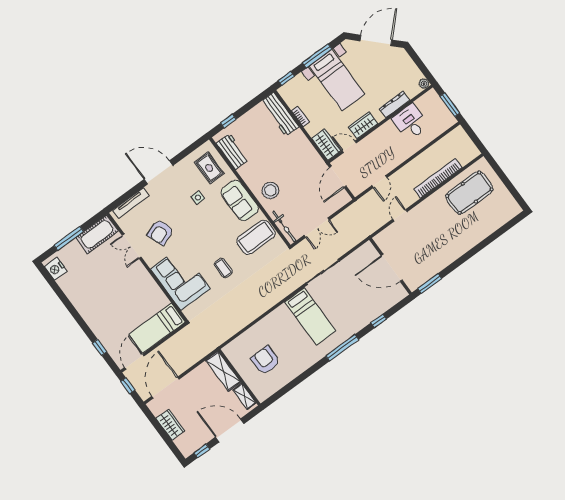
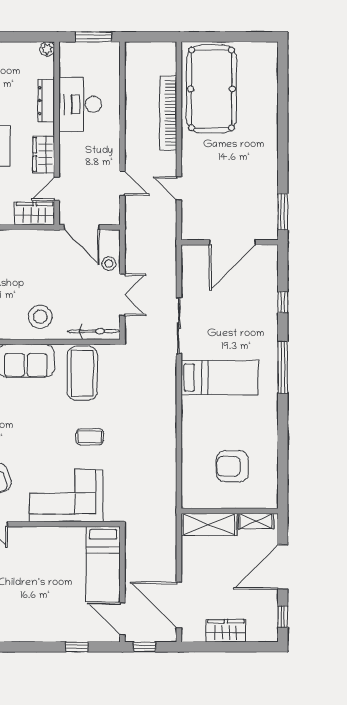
desk: (410, 122) -> (80, 104), width x1.37
pool table: (469, 193) -> (212, 89), width x1.36, depth x1.32
stool: (329, 207) -> (109, 264), added

